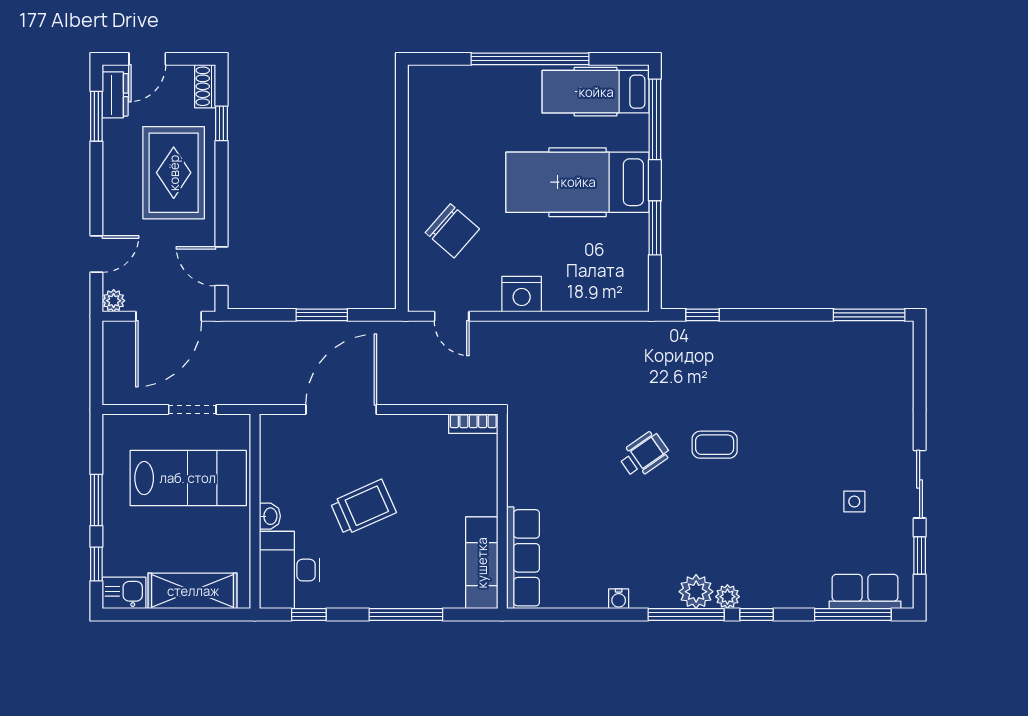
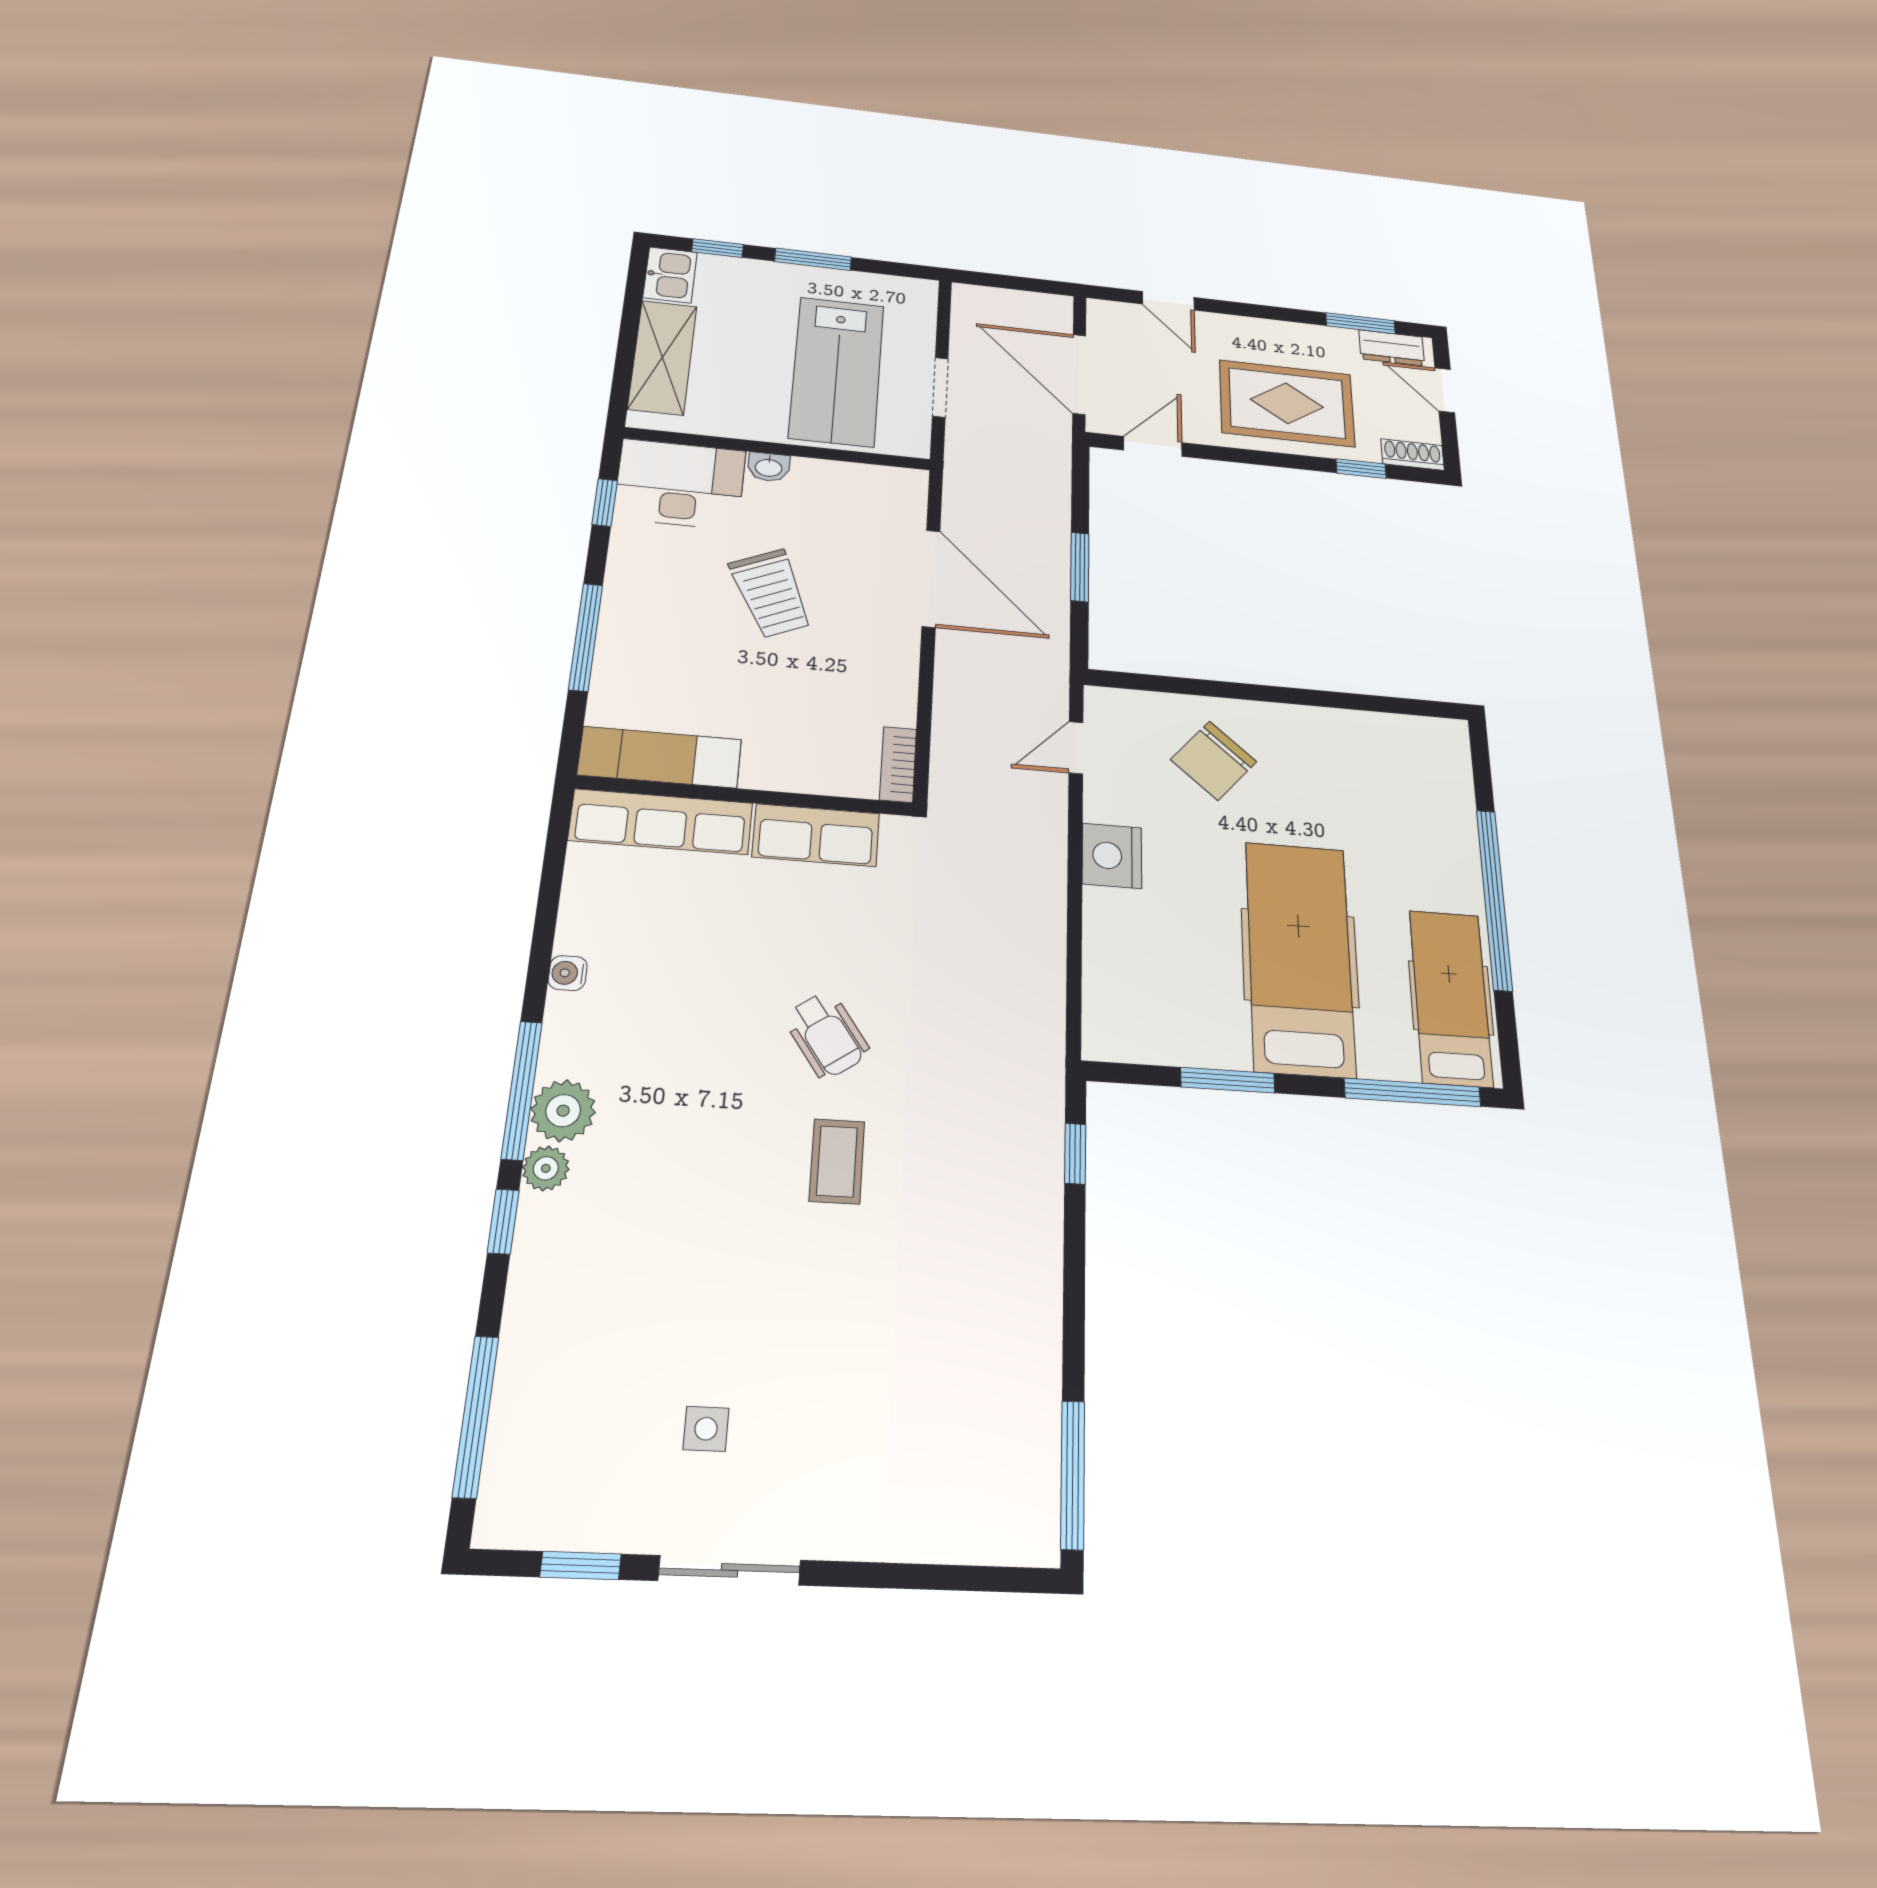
plant: (114, 301) -> (1102, 313), removed
row of seats: (865, 592) -> (816, 835), moved, turned 90

